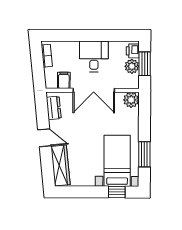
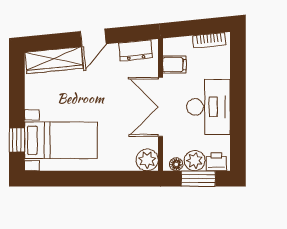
desk: (94, 56) -> (208, 107), width x1.37
floor lamp: (134, 79) -> (176, 164), added
window: (144, 154) -> (70, 179), removed

